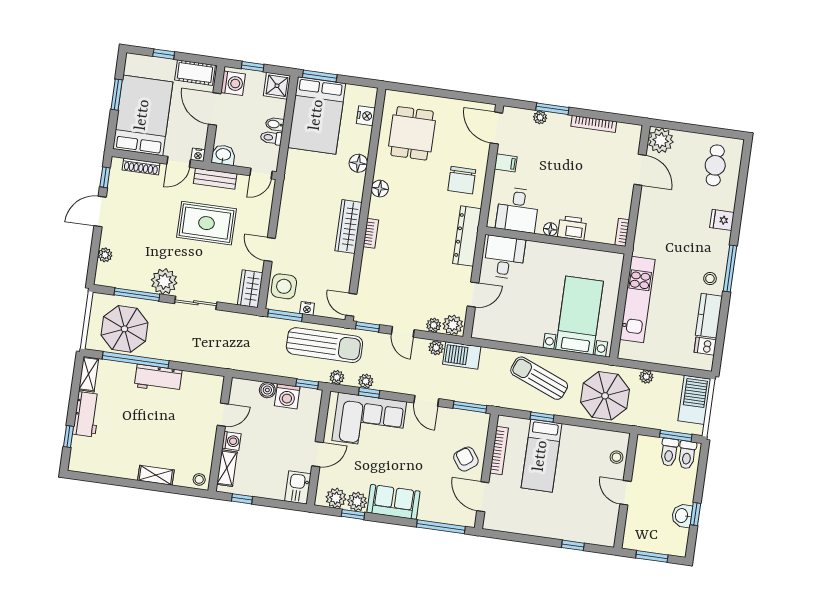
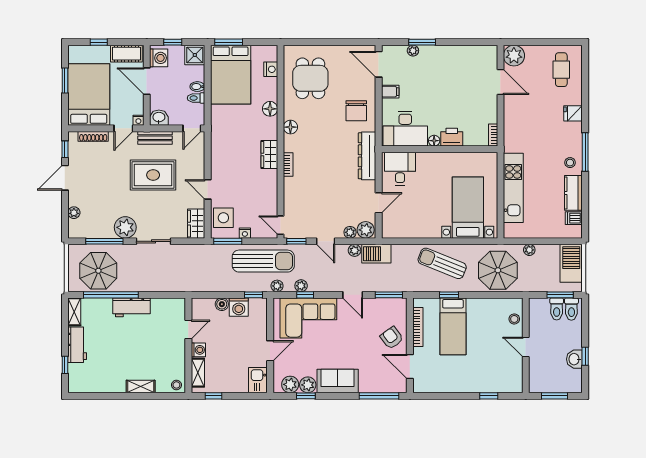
bookcase: (594, 124) -> (458, 50), removed
desk: (518, 210) -> (405, 129), width x1.37
wardrobe: (349, 227) -> (269, 154), width x0.67

